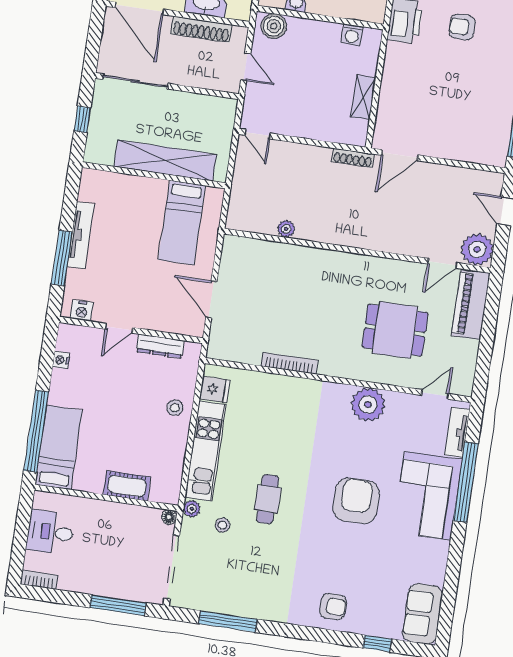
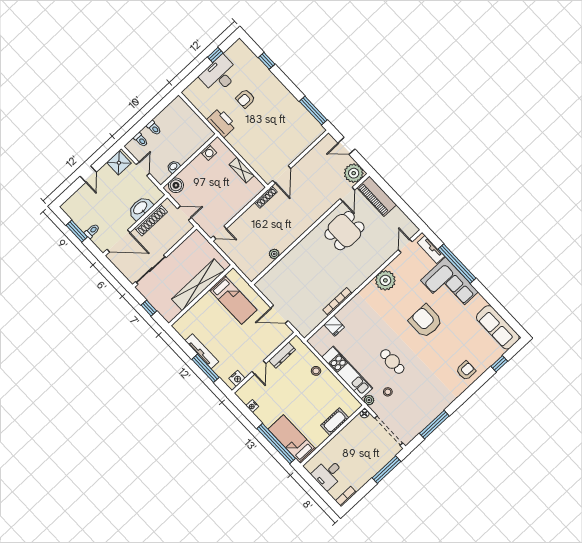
dining table: (395, 330) -> (344, 231), moved
fridge: (215, 389) -> (334, 326), moved, turned 90
sofa: (423, 614) -> (498, 327), width x1.36

